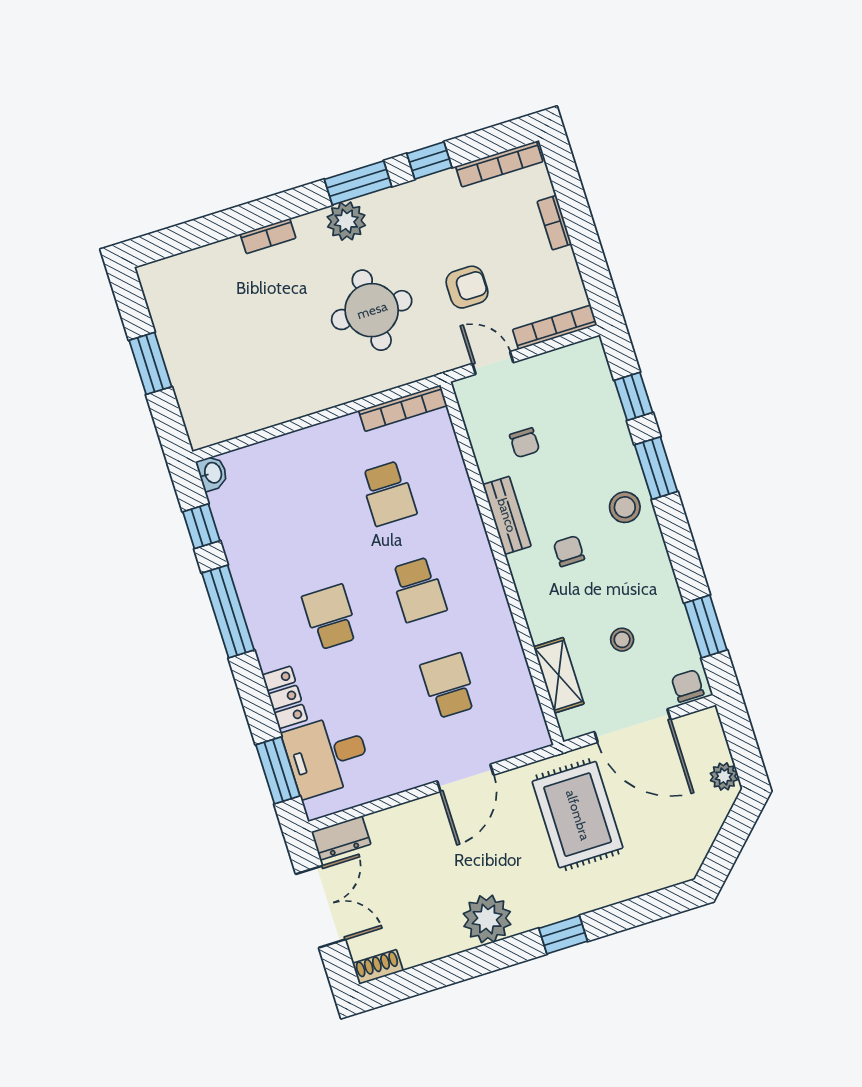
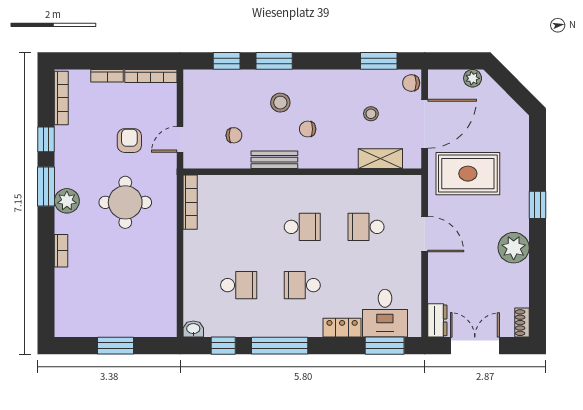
bookcase: (555, 327) -> (151, 76), moved, turned -90
school desk: (388, 493) -> (239, 285), moved
stool: (625, 507) -> (280, 103), moved

